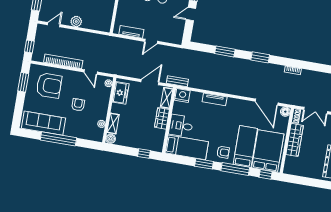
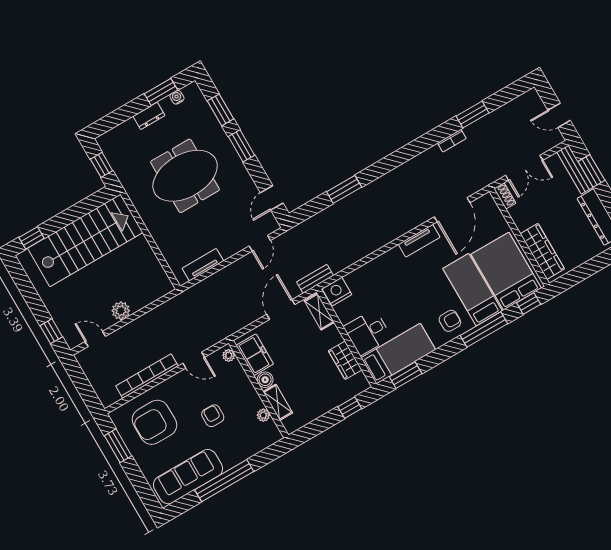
door: (191, 14) -> (272, 198), moved
door: (54, 25) -> (95, 339), hinge flipped
door: (151, 41) -> (260, 243), moved
window: (29, 47) -> (87, 393), removed
window: (260, 57) -> (473, 115), moved
armchair: (49, 85) -> (154, 422), turned 180
tv unit: (215, 99) -> (419, 241), moved
door: (267, 102) -> (452, 210), hinge flipped
floor lamp: (285, 112) -> (487, 202), removed
wardrobe: (162, 118) -> (345, 360), moved
boiler: (111, 139) -> (265, 380), moved
wardrobe: (295, 140) -> (542, 251), moved
window: (204, 164) -> (406, 375), moved

